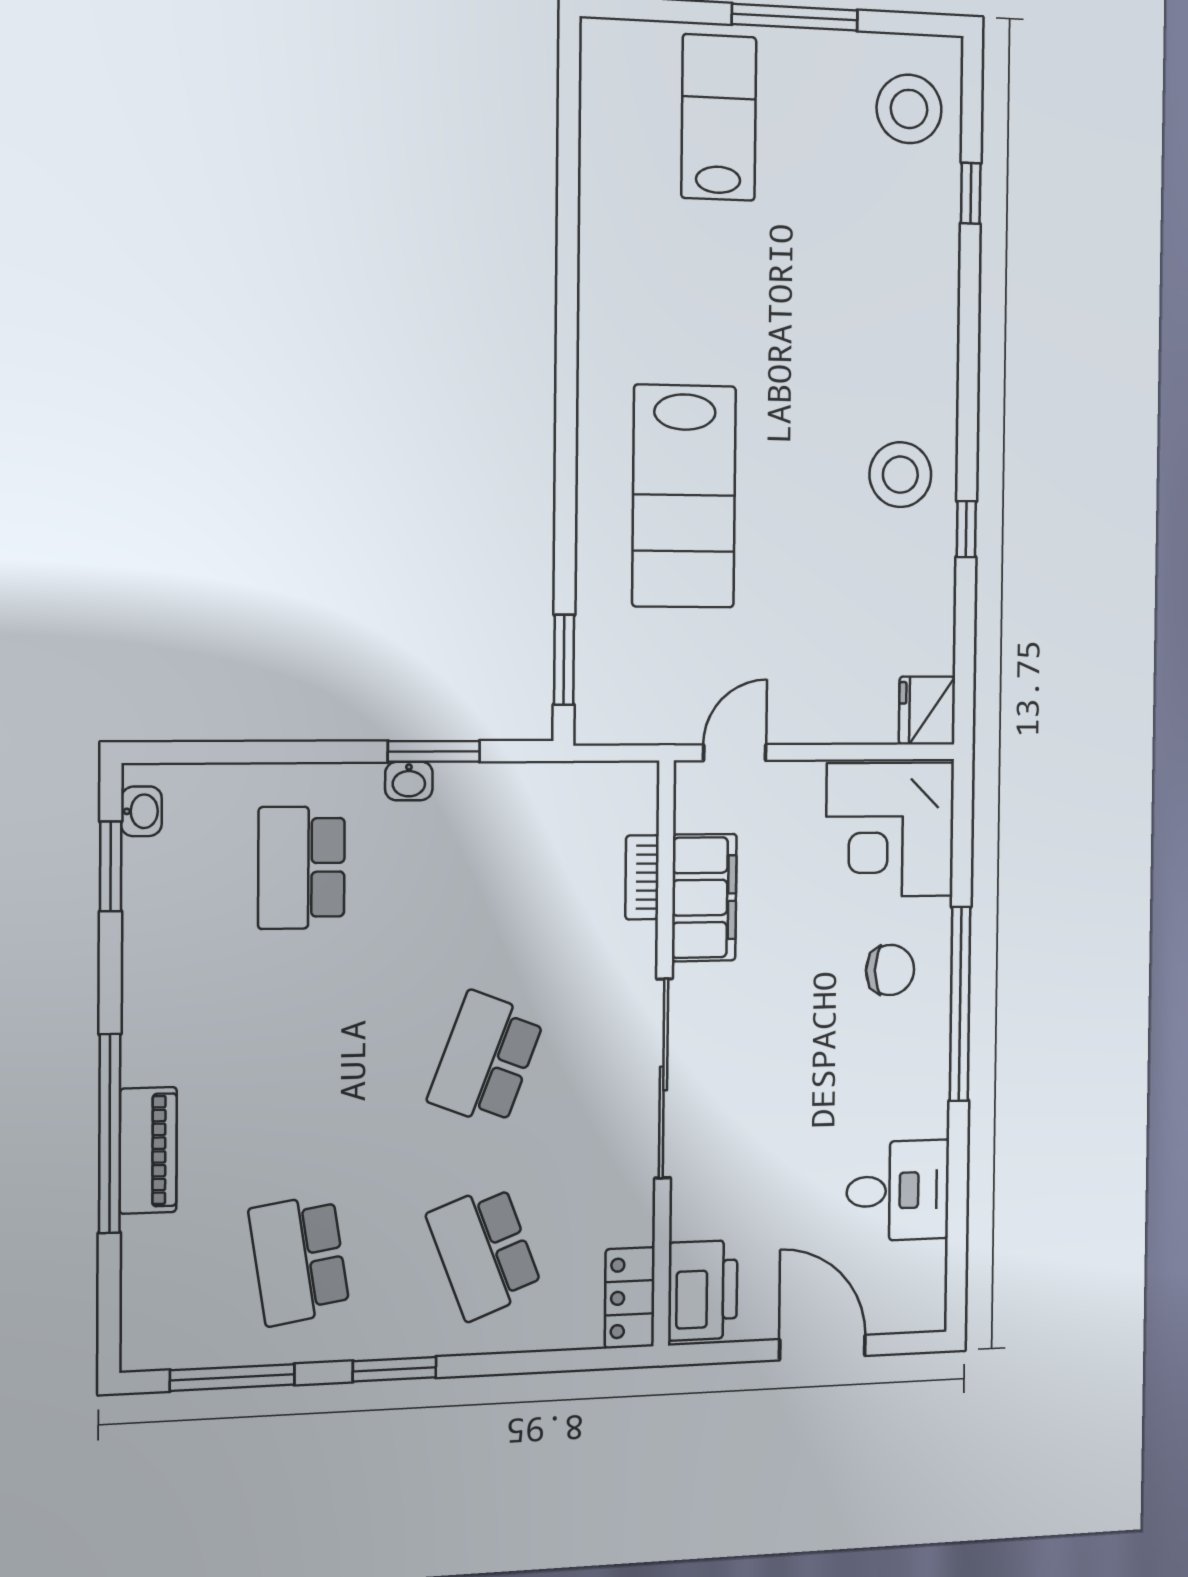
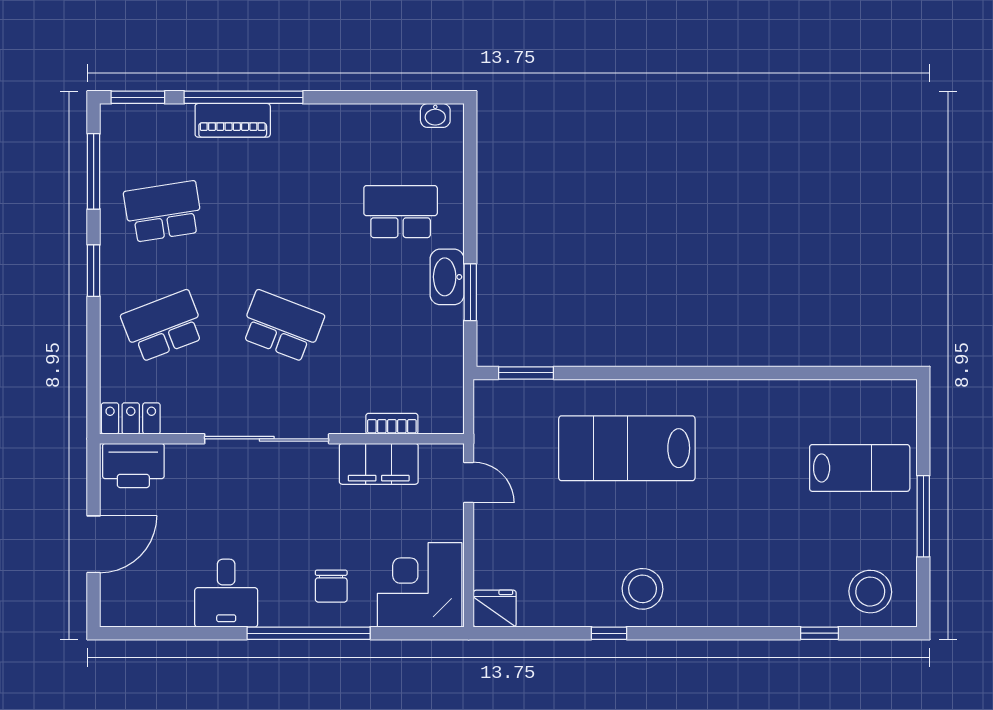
washbasin: (409, 781) -> (447, 277), width x1.91, depth x1.45
window: (111, 866) -> (138, 97), moved
desk: (898, 1191) -> (226, 593), moved

